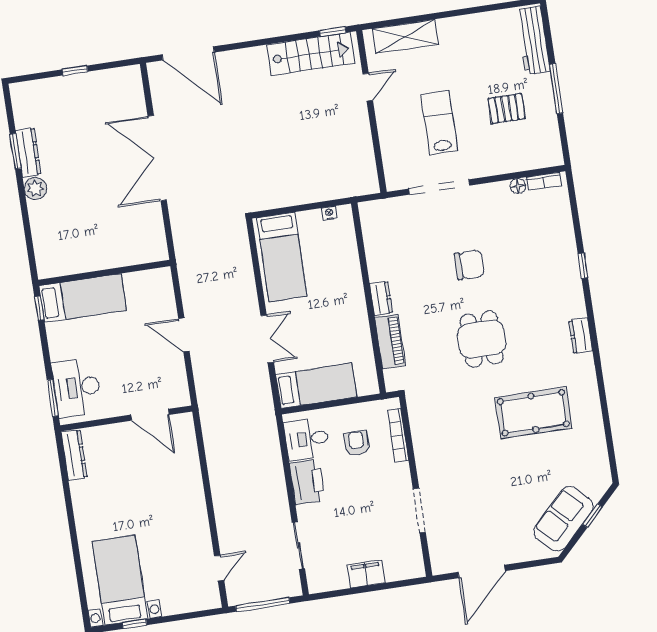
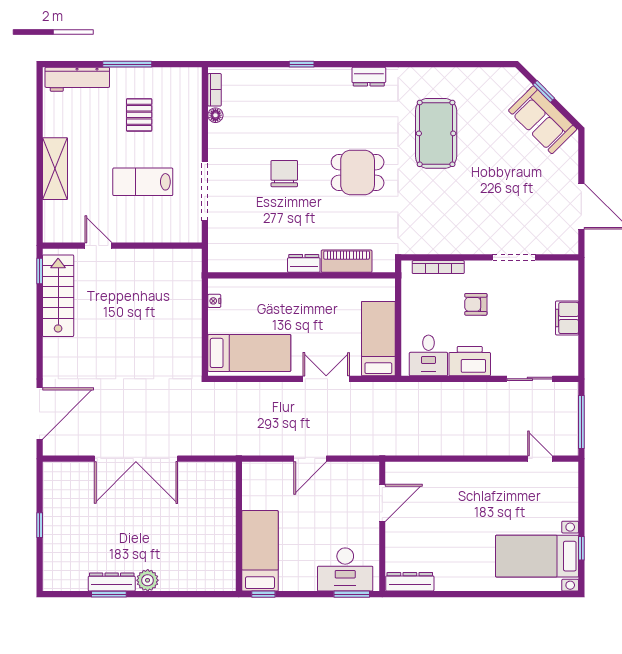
shelving: (405, 37) -> (55, 169), moved
armchair: (356, 443) -> (476, 304), moved

